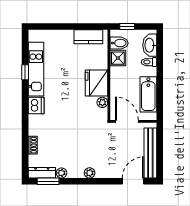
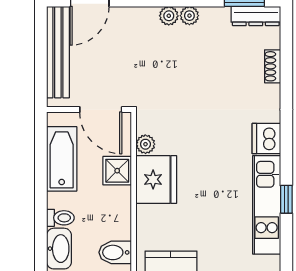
shower: (118, 58) -> (117, 171), moved
plant: (62, 173) -> (189, 16), moved

